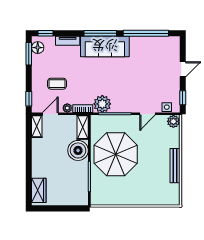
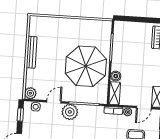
plant: (102, 104) -> (70, 112), moved
boiler: (78, 150) -> (116, 76), width x0.54, depth x0.54

